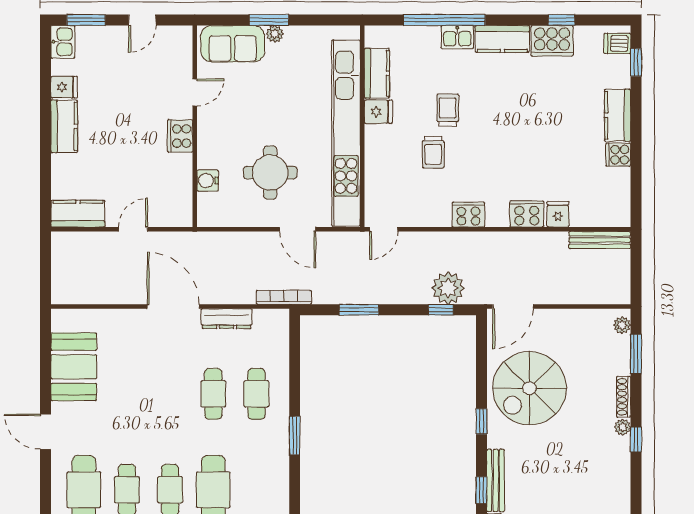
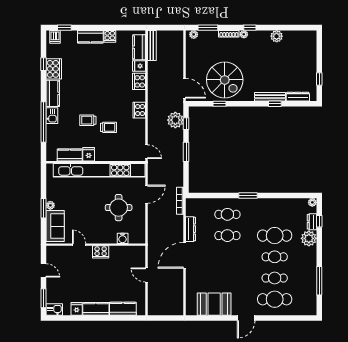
kitchen counter: (78, 214) -> (123, 309), moved, turned 90
kitchen counter: (596, 214) -> (139, 47), added
window: (359, 310) -> (186, 152), moved
window: (481, 421) -> (220, 104), moved
plant: (618, 494) -> (277, 36), added

